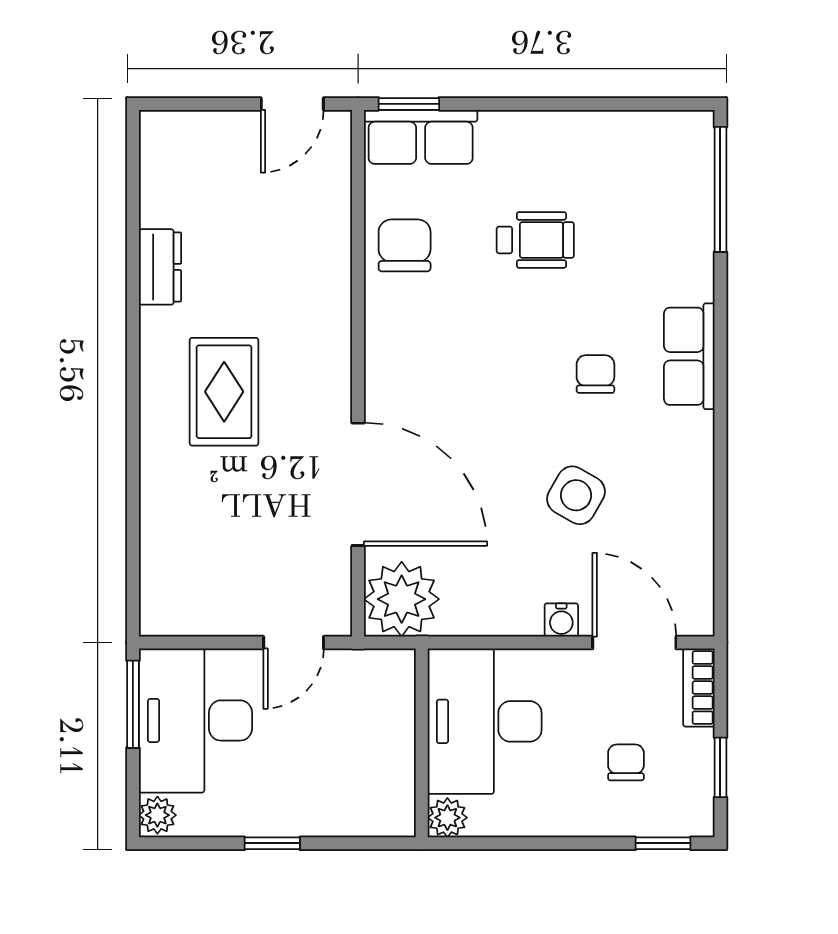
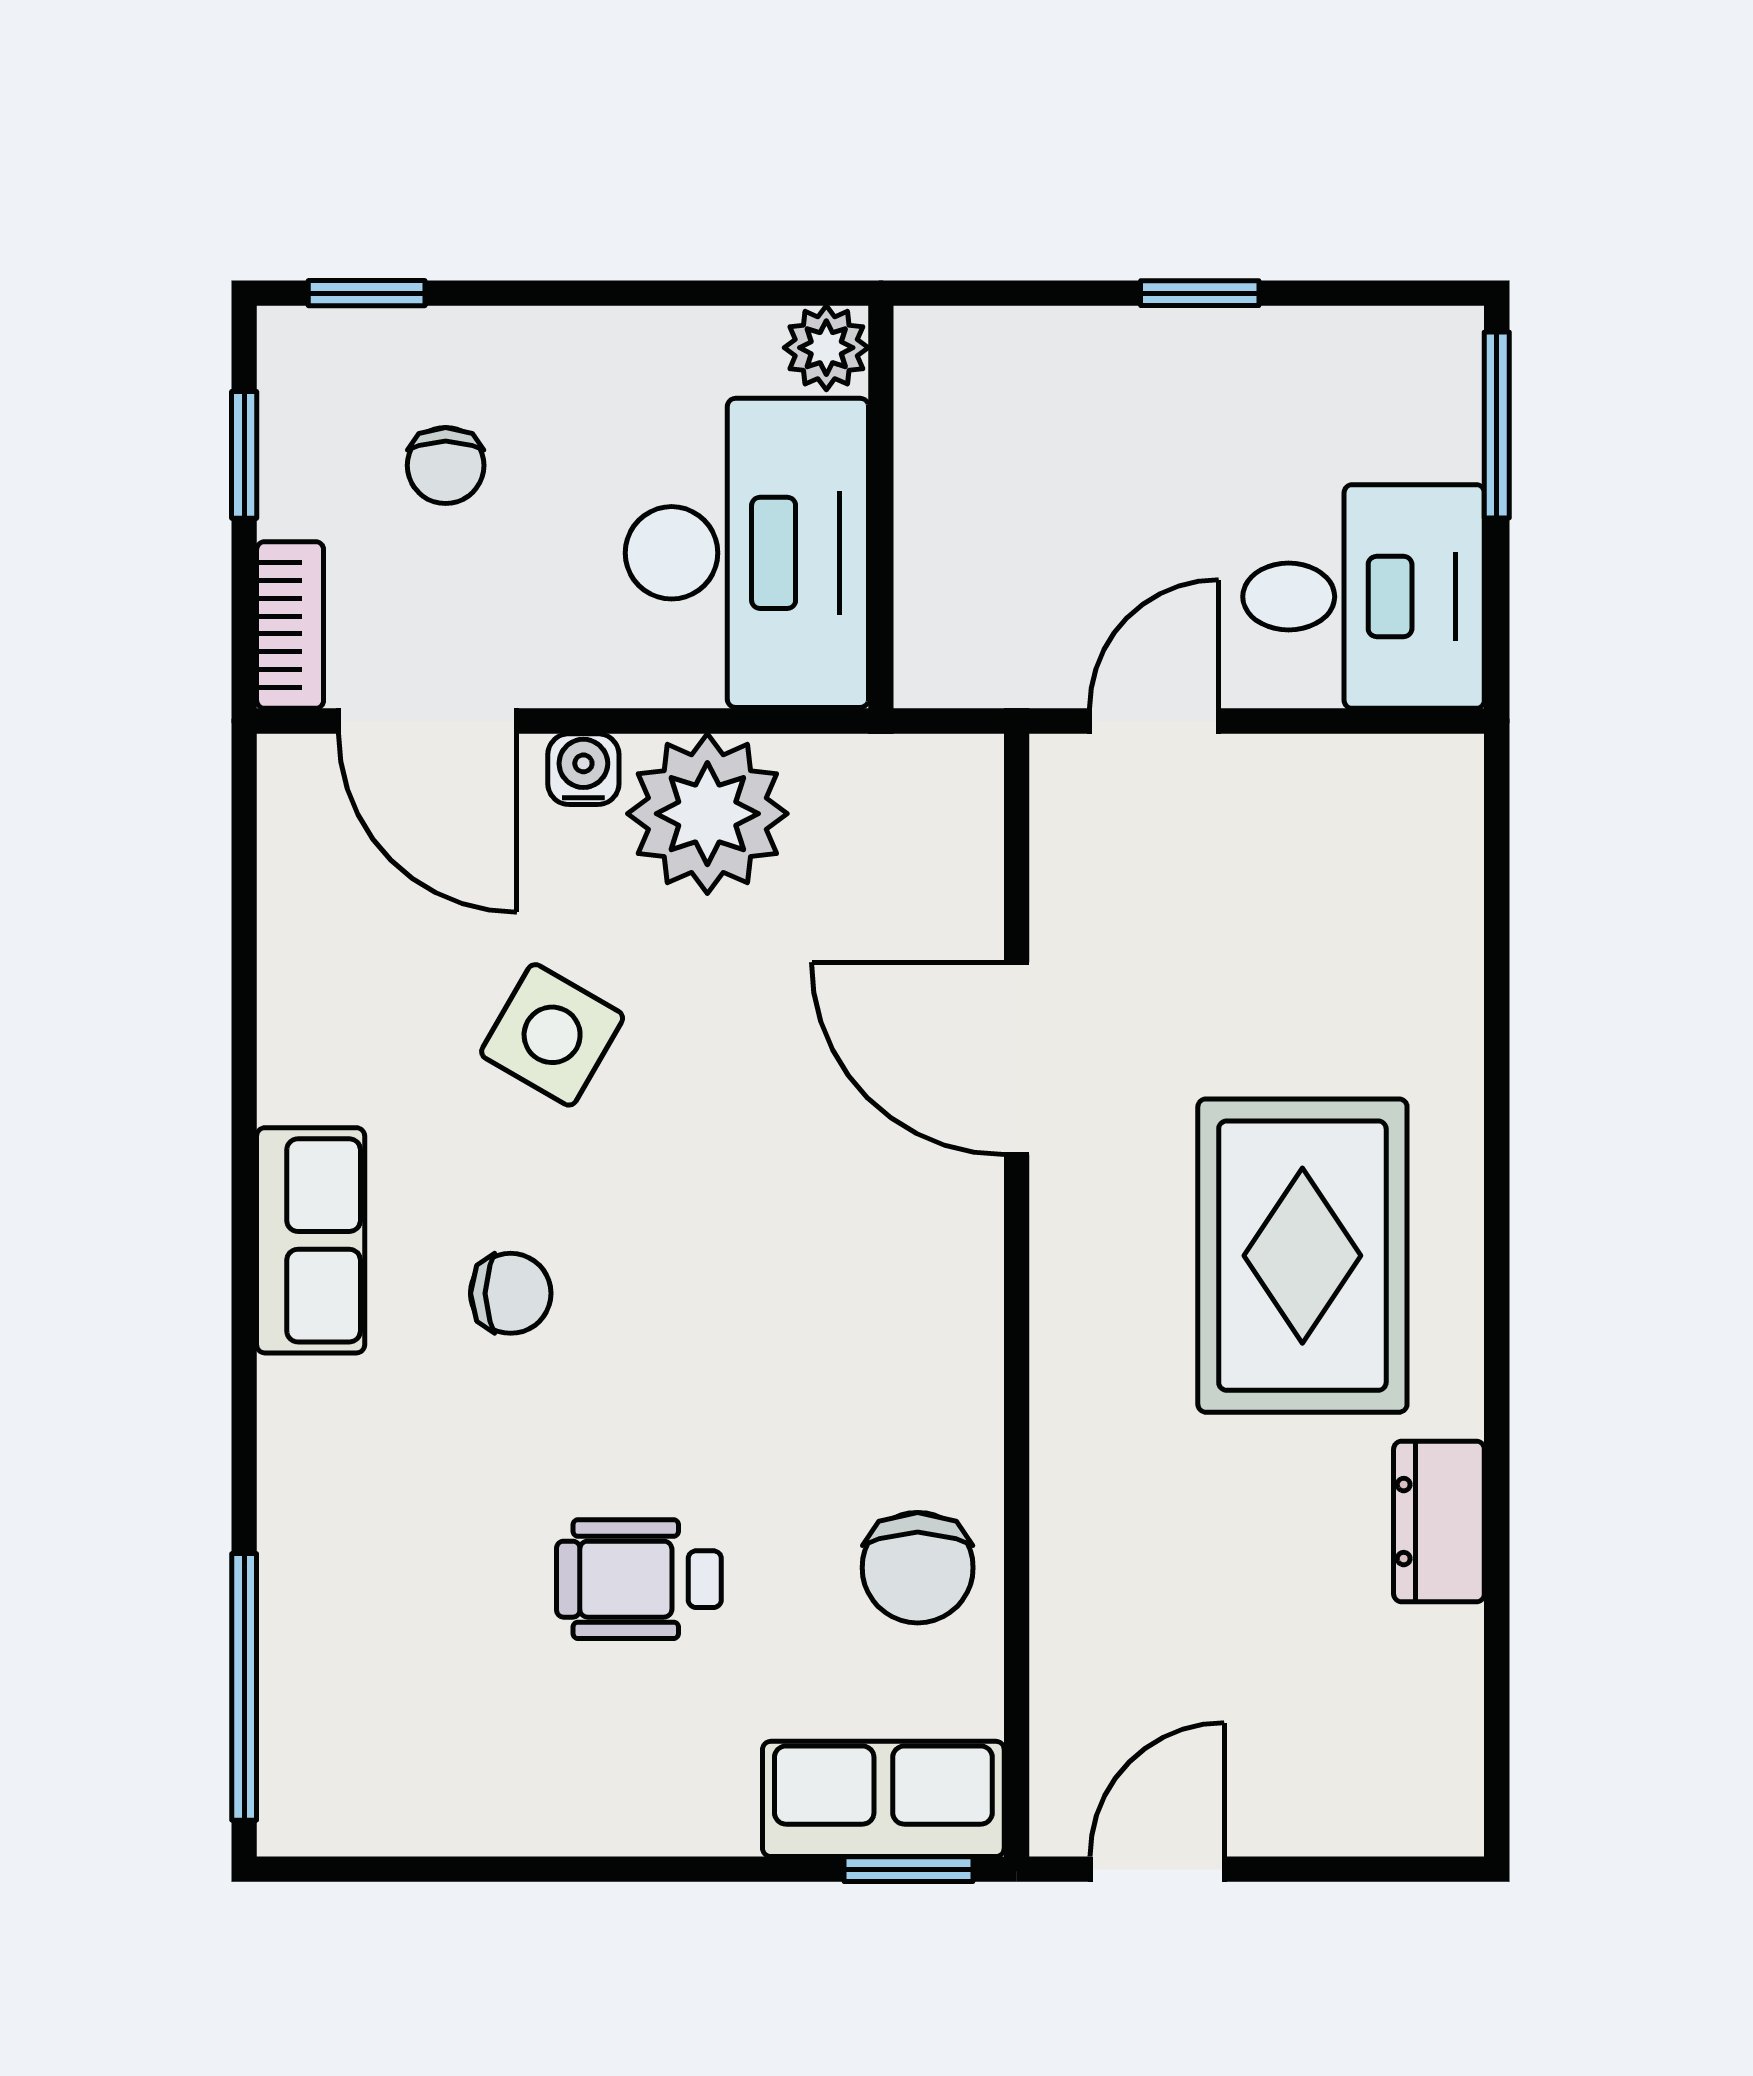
row of seats: (689, 356) -> (311, 1240), moved
chair: (595, 374) -> (511, 1293), turned -90
rug: (224, 392) -> (1302, 1256), width x1.36, depth x1.43
door: (358, 484) -> (1017, 1058), width x0.73
plant: (402, 599) -> (707, 814), moved
window: (133, 704) -> (1497, 425), moved
desk: (195, 720) -> (1364, 597), width x0.73
plant: (157, 815) -> (1444, 353), removed

